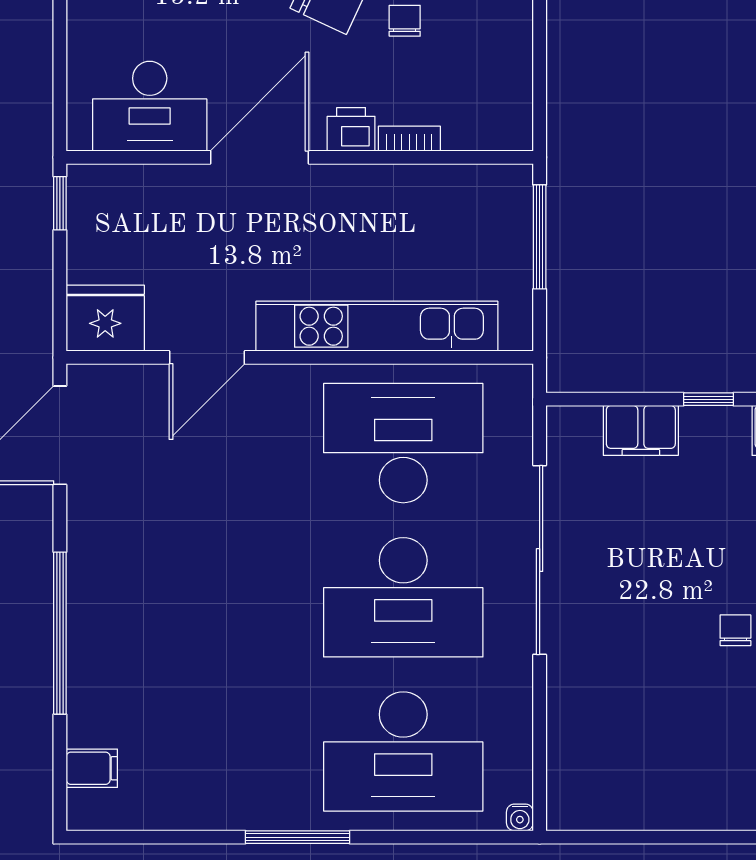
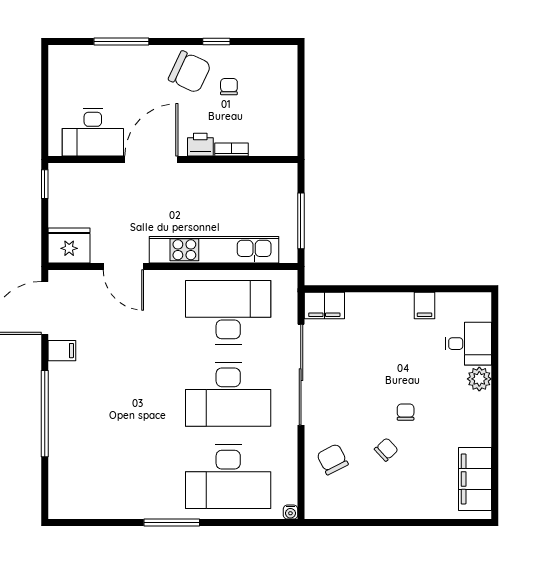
window: (540, 237) -> (301, 221), moved
door: (207, 357) -> (123, 266), hinge flipped
window: (709, 399) -> (391, 289), removed
filing cabinet: (641, 430) -> (324, 305), moved
chair: (699, 700) -> (386, 450), added
chair: (599, 719) -> (332, 459), added
filing cabinet: (92, 768) -> (62, 351), moved

